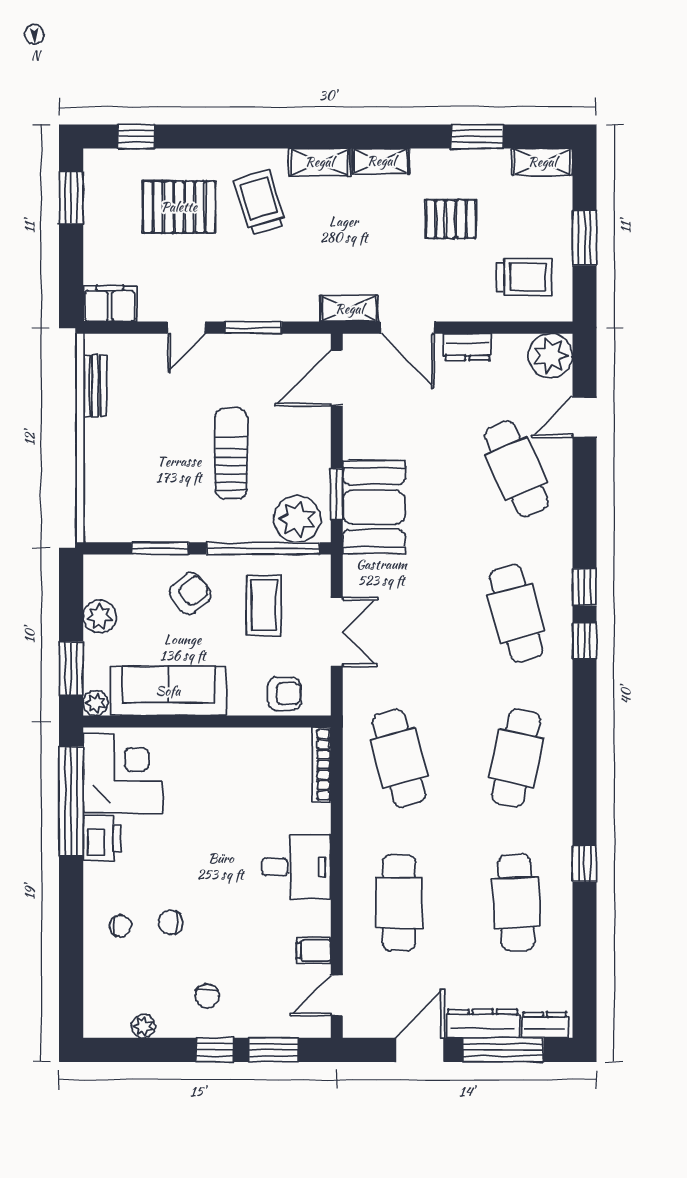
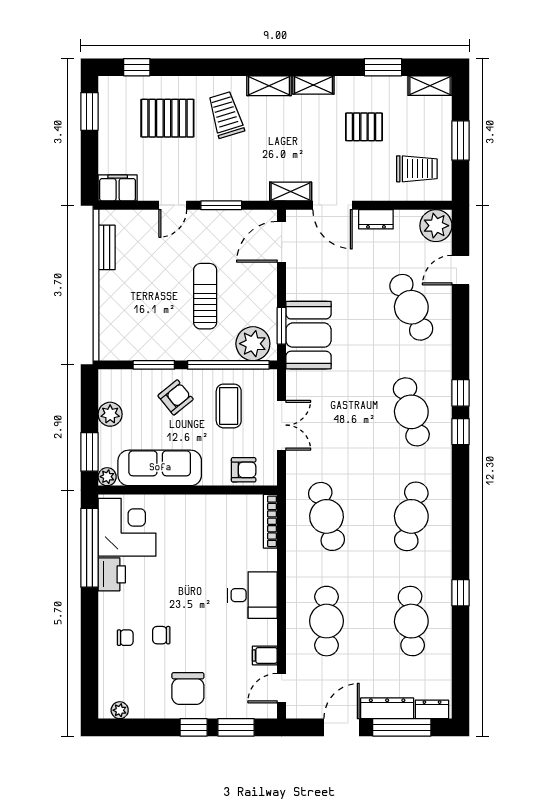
chair: (207, 996) -> (188, 689), width x1.87, depth x1.87
plant: (143, 1026) -> (120, 710), moved

